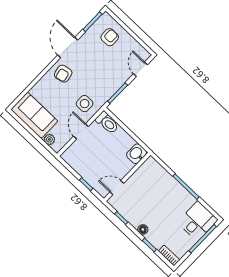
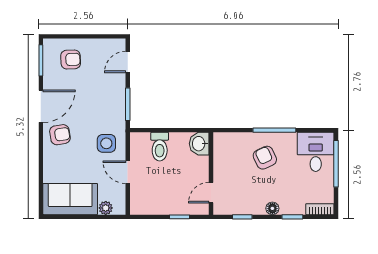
armchair: (110, 37) -> (71, 59), turned 89
door: (68, 47) -> (41, 106), swing flipped
door: (140, 69) -> (128, 62), hinge flipped
armchair: (63, 74) -> (60, 135), turned -87
toilet: (107, 123) -> (160, 147), moved, turned 90
armchair: (166, 197) -> (265, 158), added

